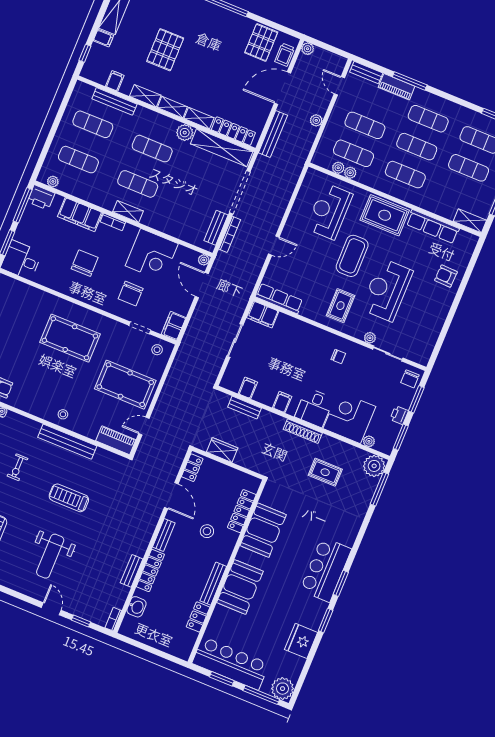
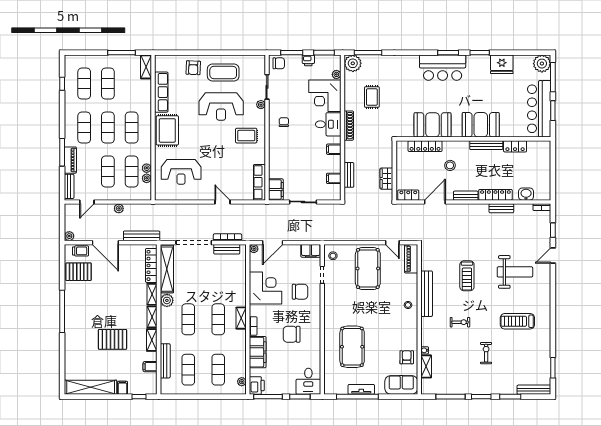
coffee table: (352, 256) -> (223, 72), moved
pool table: (70, 338) -> (352, 347), moved

